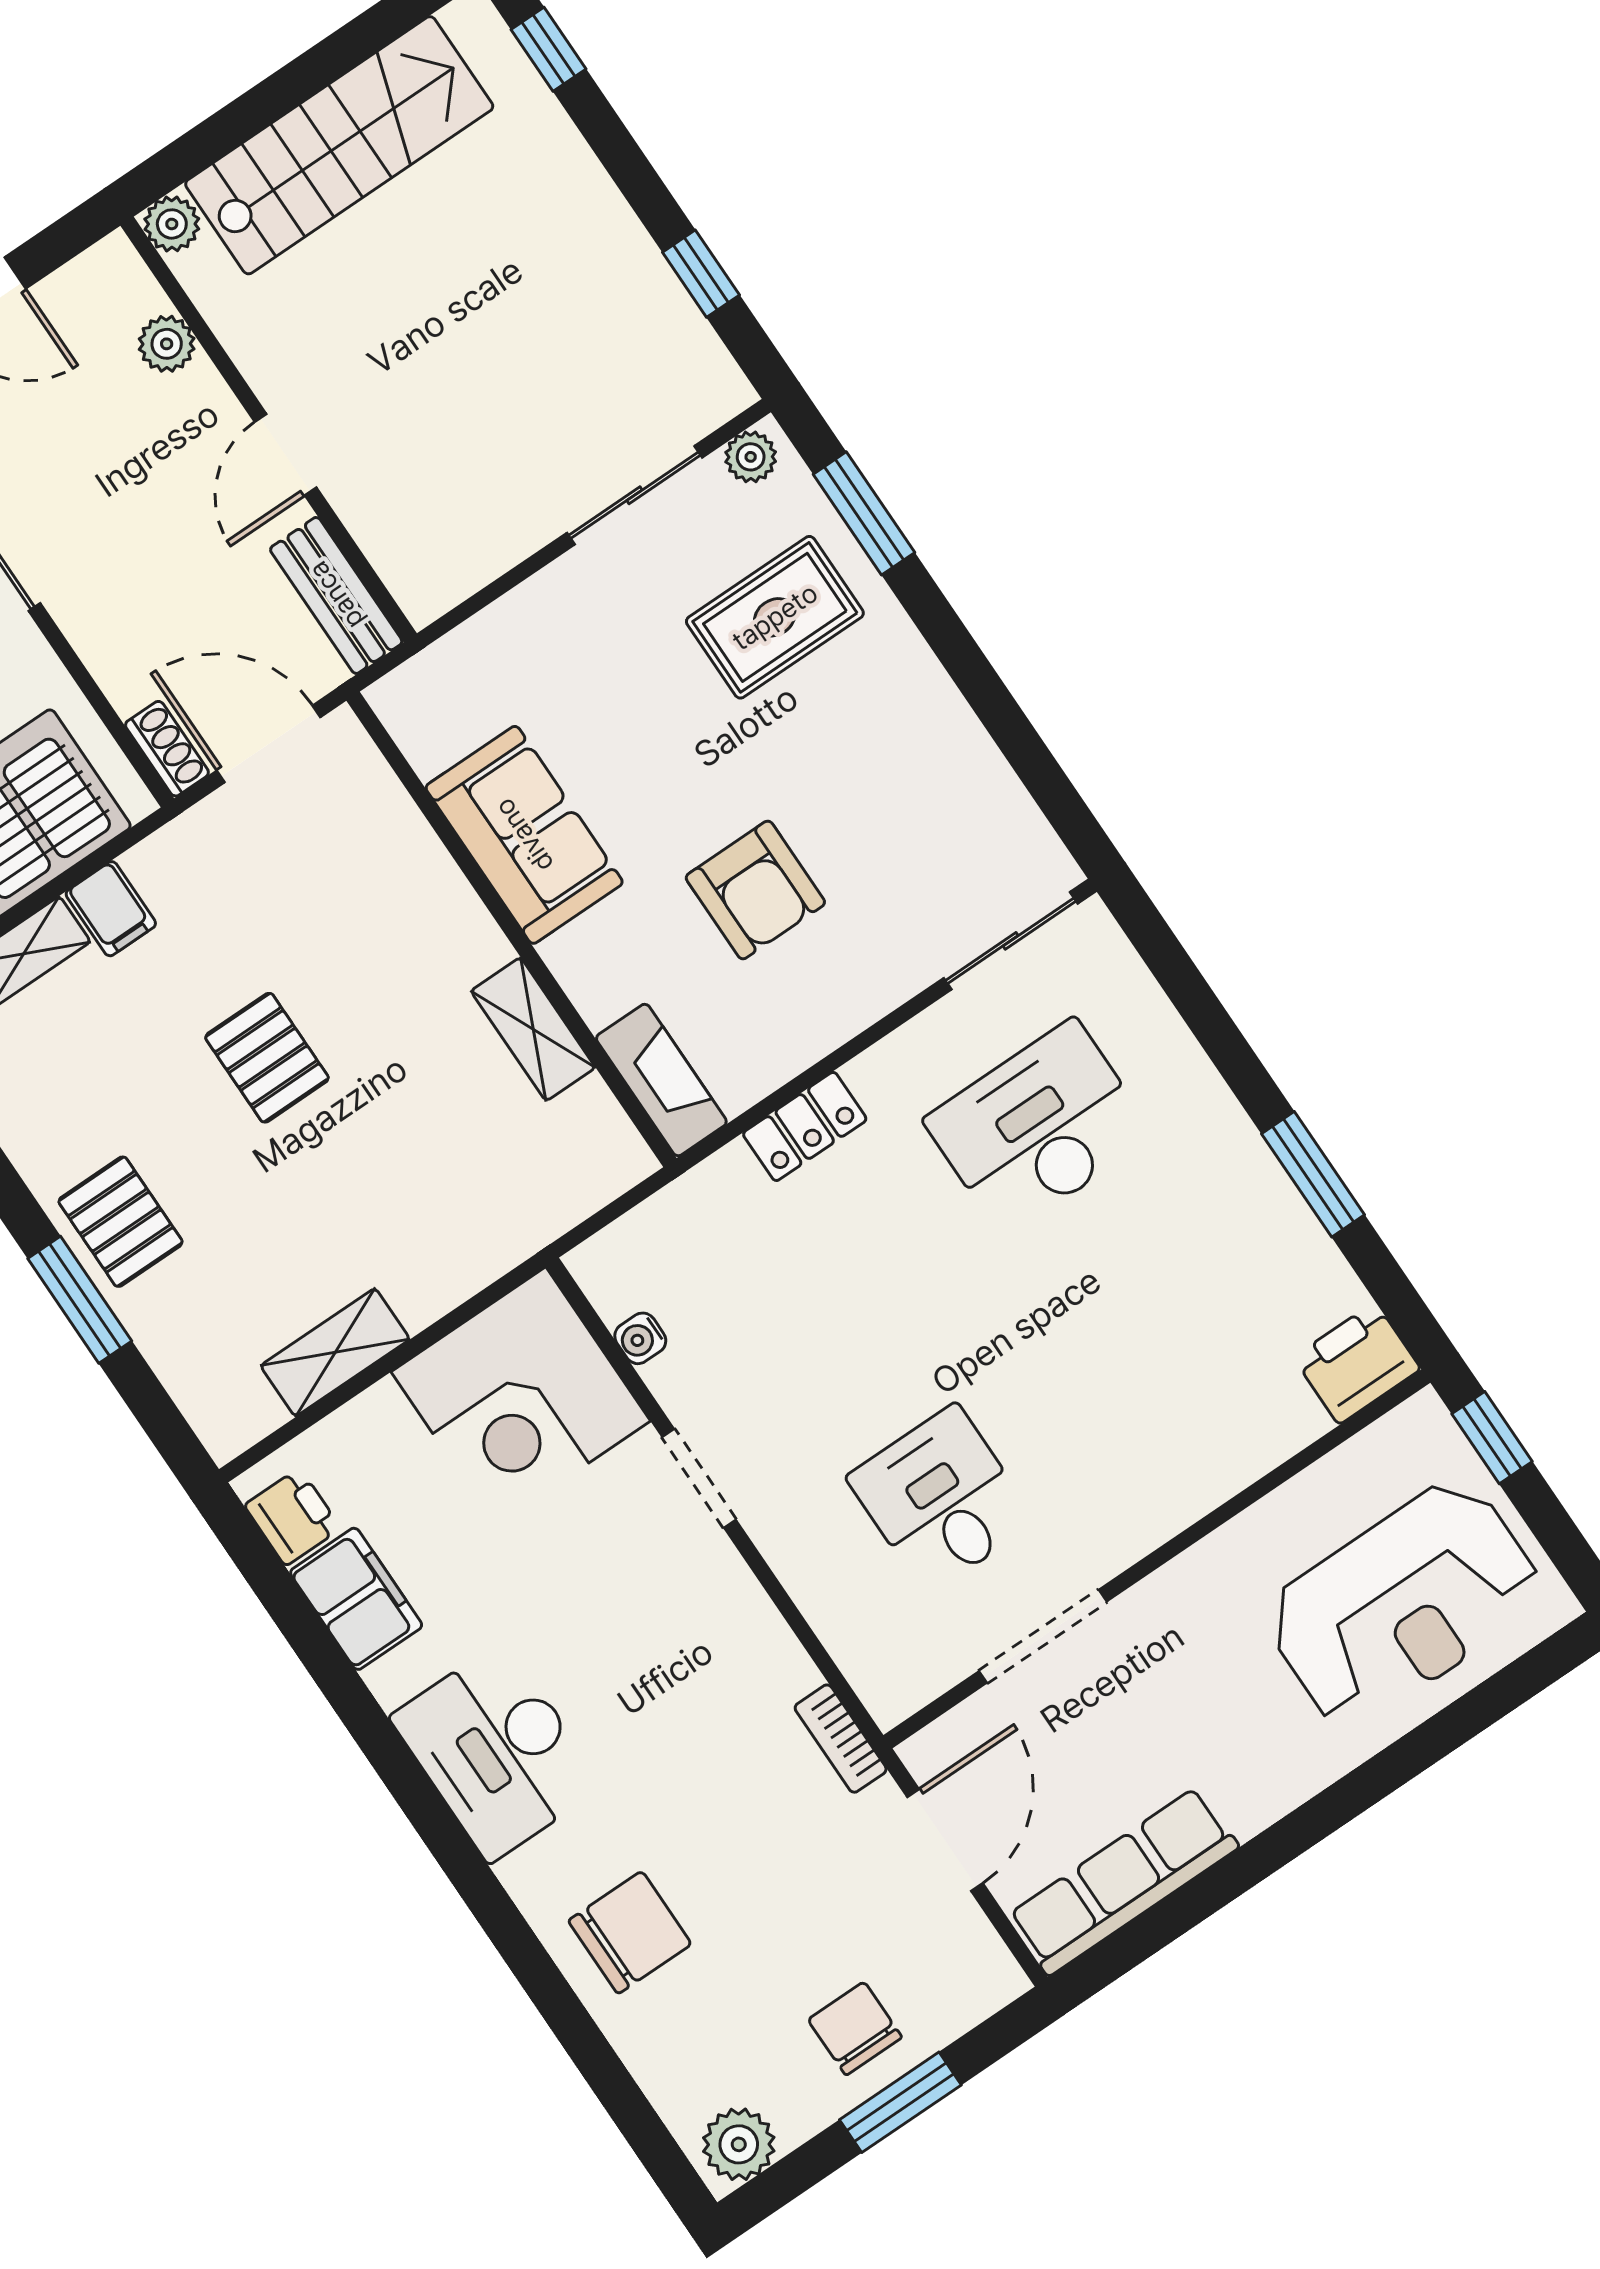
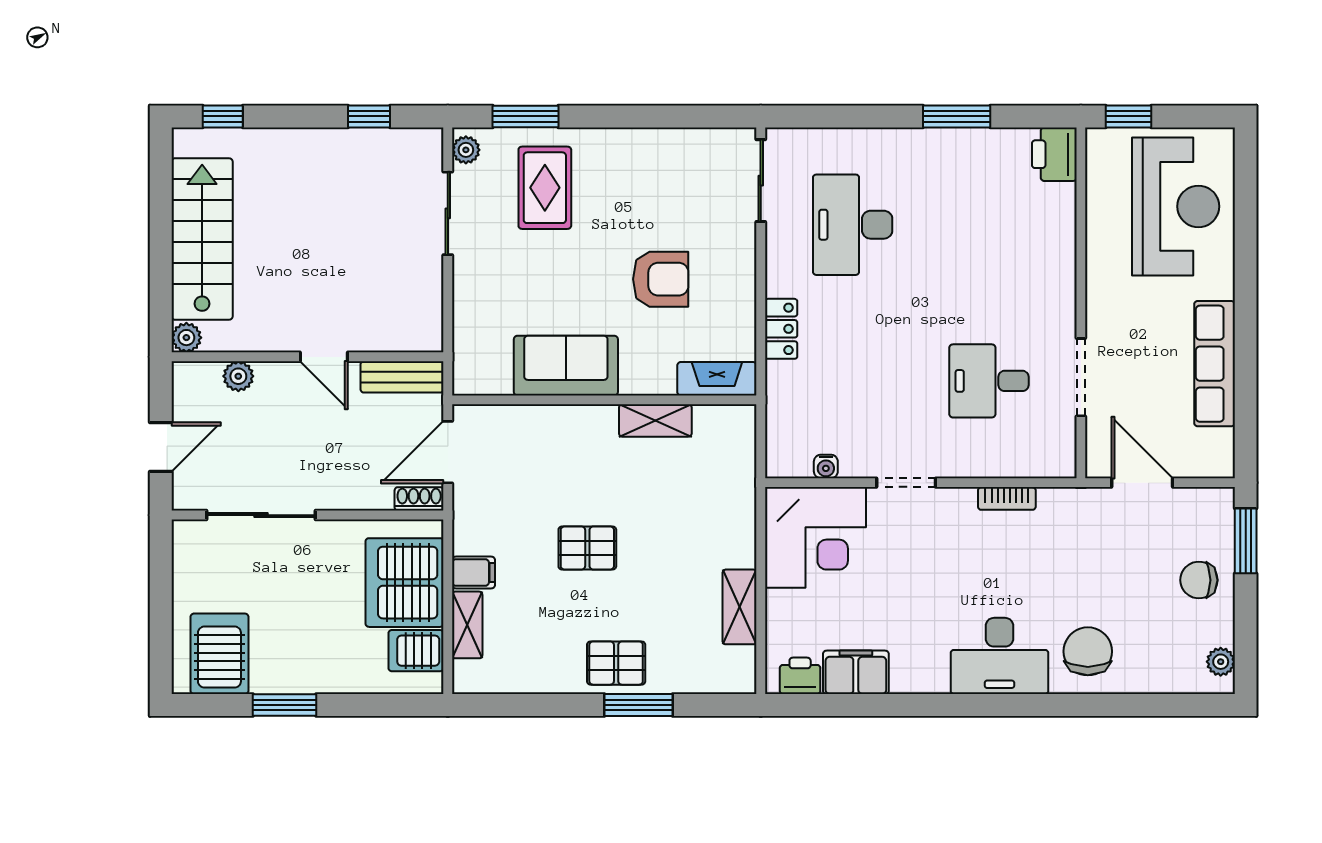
bookcase: (841, 1739) -> (1007, 498), moved
desk: (497, 1752) -> (1000, 656), moved
row of seats: (1123, 1881) -> (1215, 364), moved
window: (900, 2102) -> (1246, 541), moved
plant: (739, 2144) -> (1221, 662), width x0.73, depth x0.73

